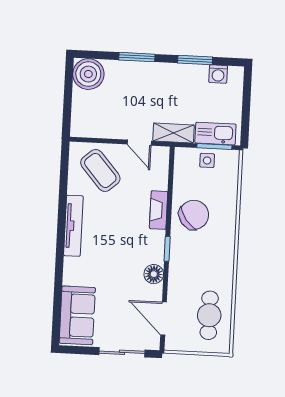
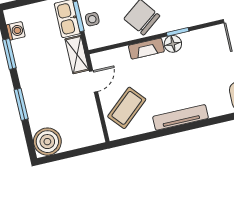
floor lamp: (154, 274) -> (173, 44), moved

